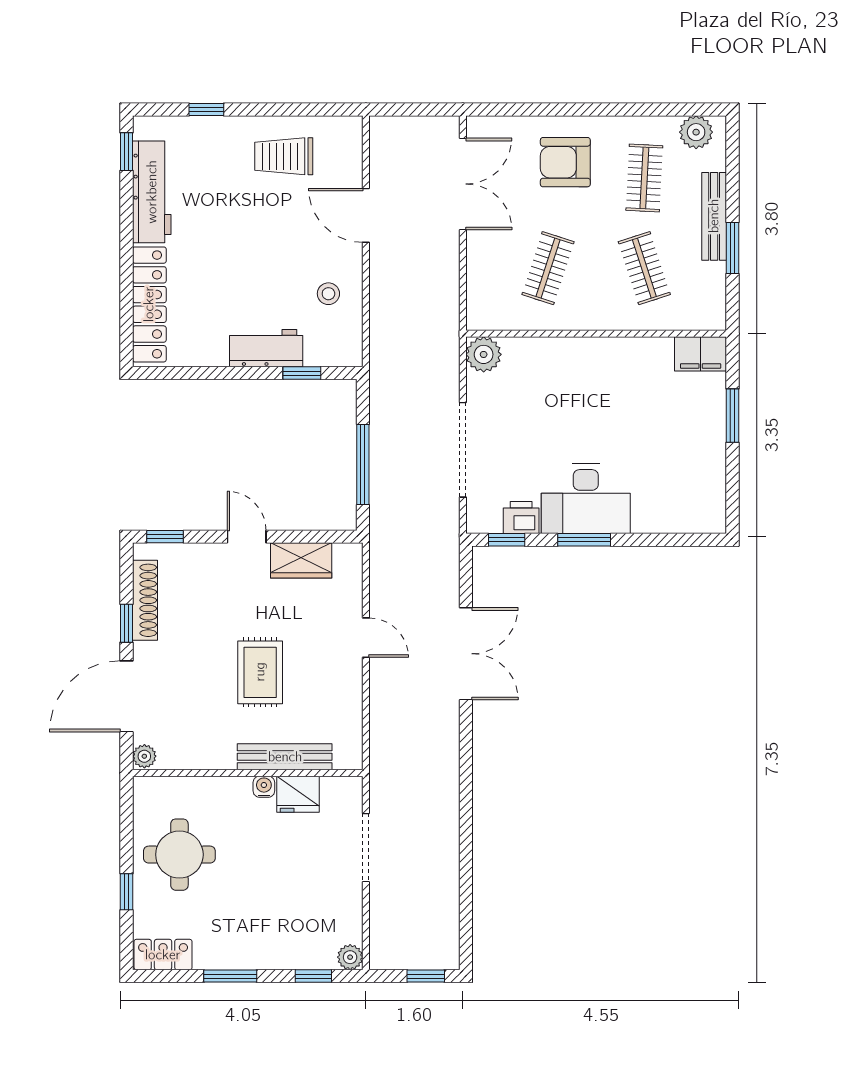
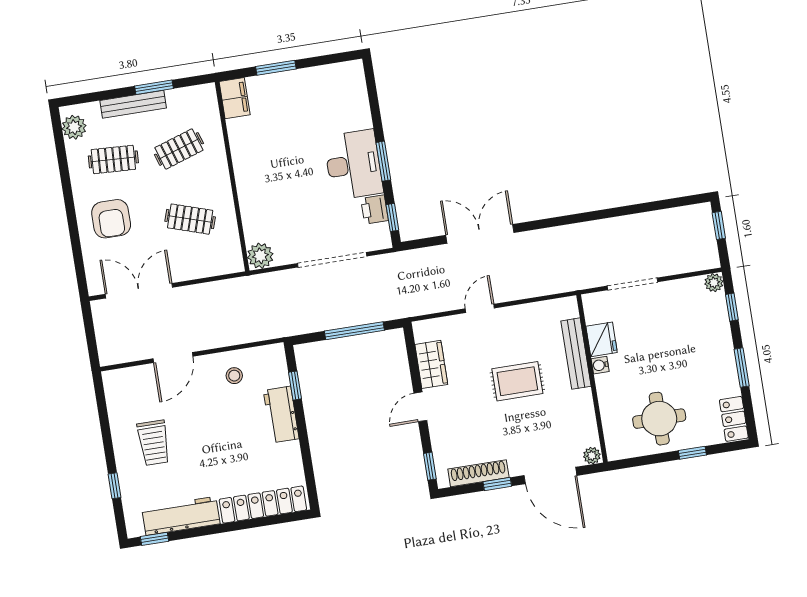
trolley: (284, 156) -> (154, 443), moved

